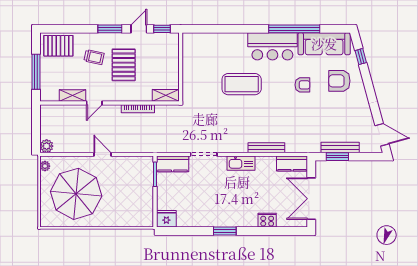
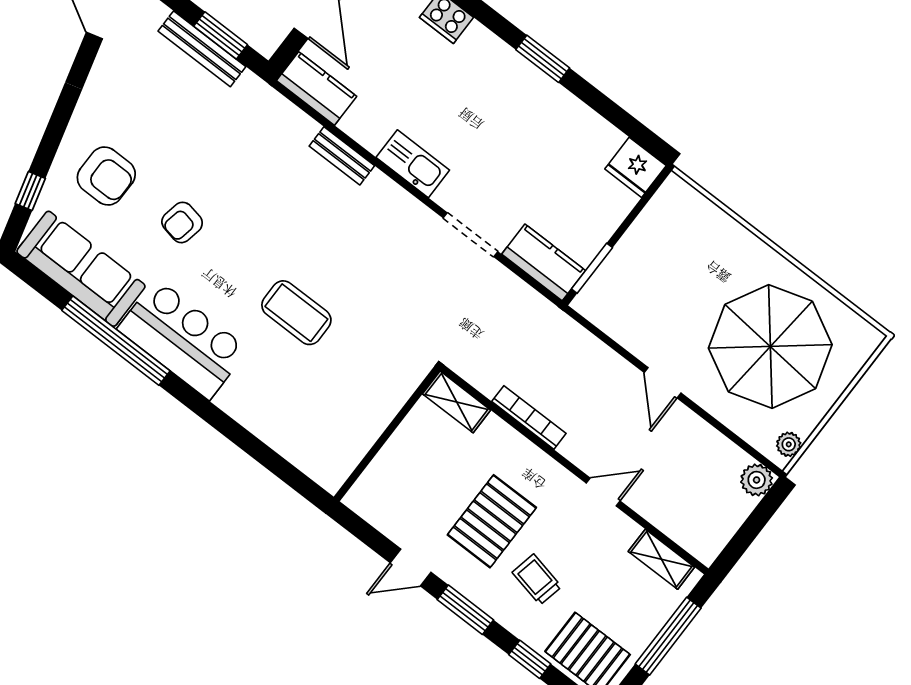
window: (162, 29) -> (530, 659), moved
coffee table: (242, 84) -> (296, 313), width x0.73, depth x0.76
armchair: (302, 85) -> (182, 222), turned -79
shelving: (73, 96) -> (661, 559), moved
bench: (266, 148) -> (342, 156), width x0.73

